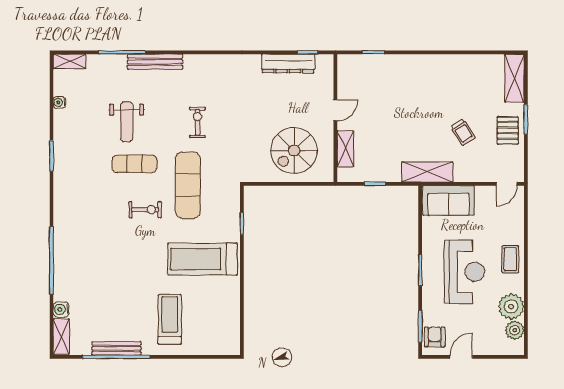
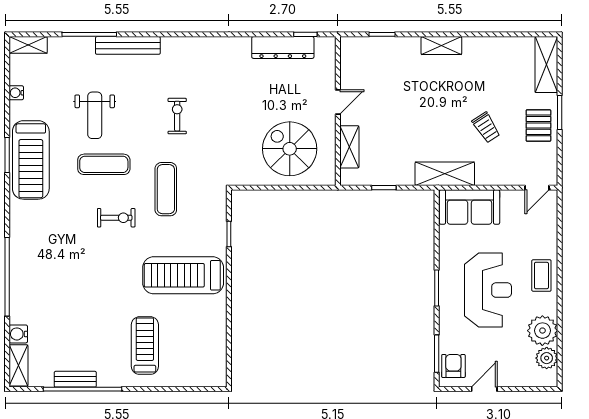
shelving: (424, 62) -> (441, 46), added
spiral stairs: (294, 150) -> (290, 149), turned 90
treadmill: (72, 160) -> (31, 160), added
exercise mat: (188, 185) -> (166, 189), width x0.73, depth x0.69
bench: (117, 348) -> (75, 379), width x0.73

